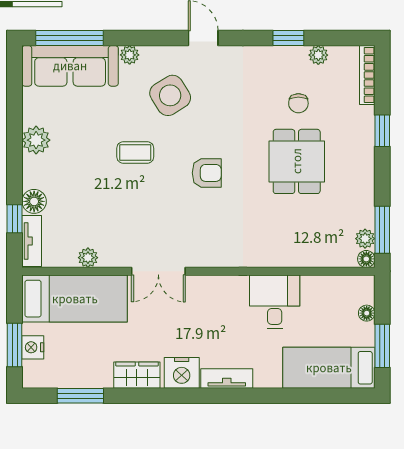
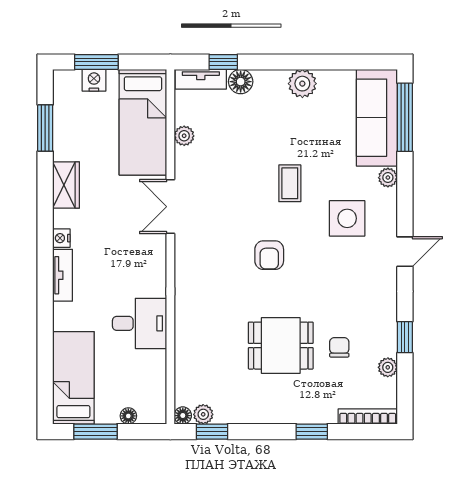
side table: (170, 95) -> (347, 218), turned 32
chair: (298, 103) -> (339, 347), turned 90
window: (382, 230) -> (212, 432), width x0.67
nightstand: (182, 373) -> (61, 238), width x0.53, depth x0.56

